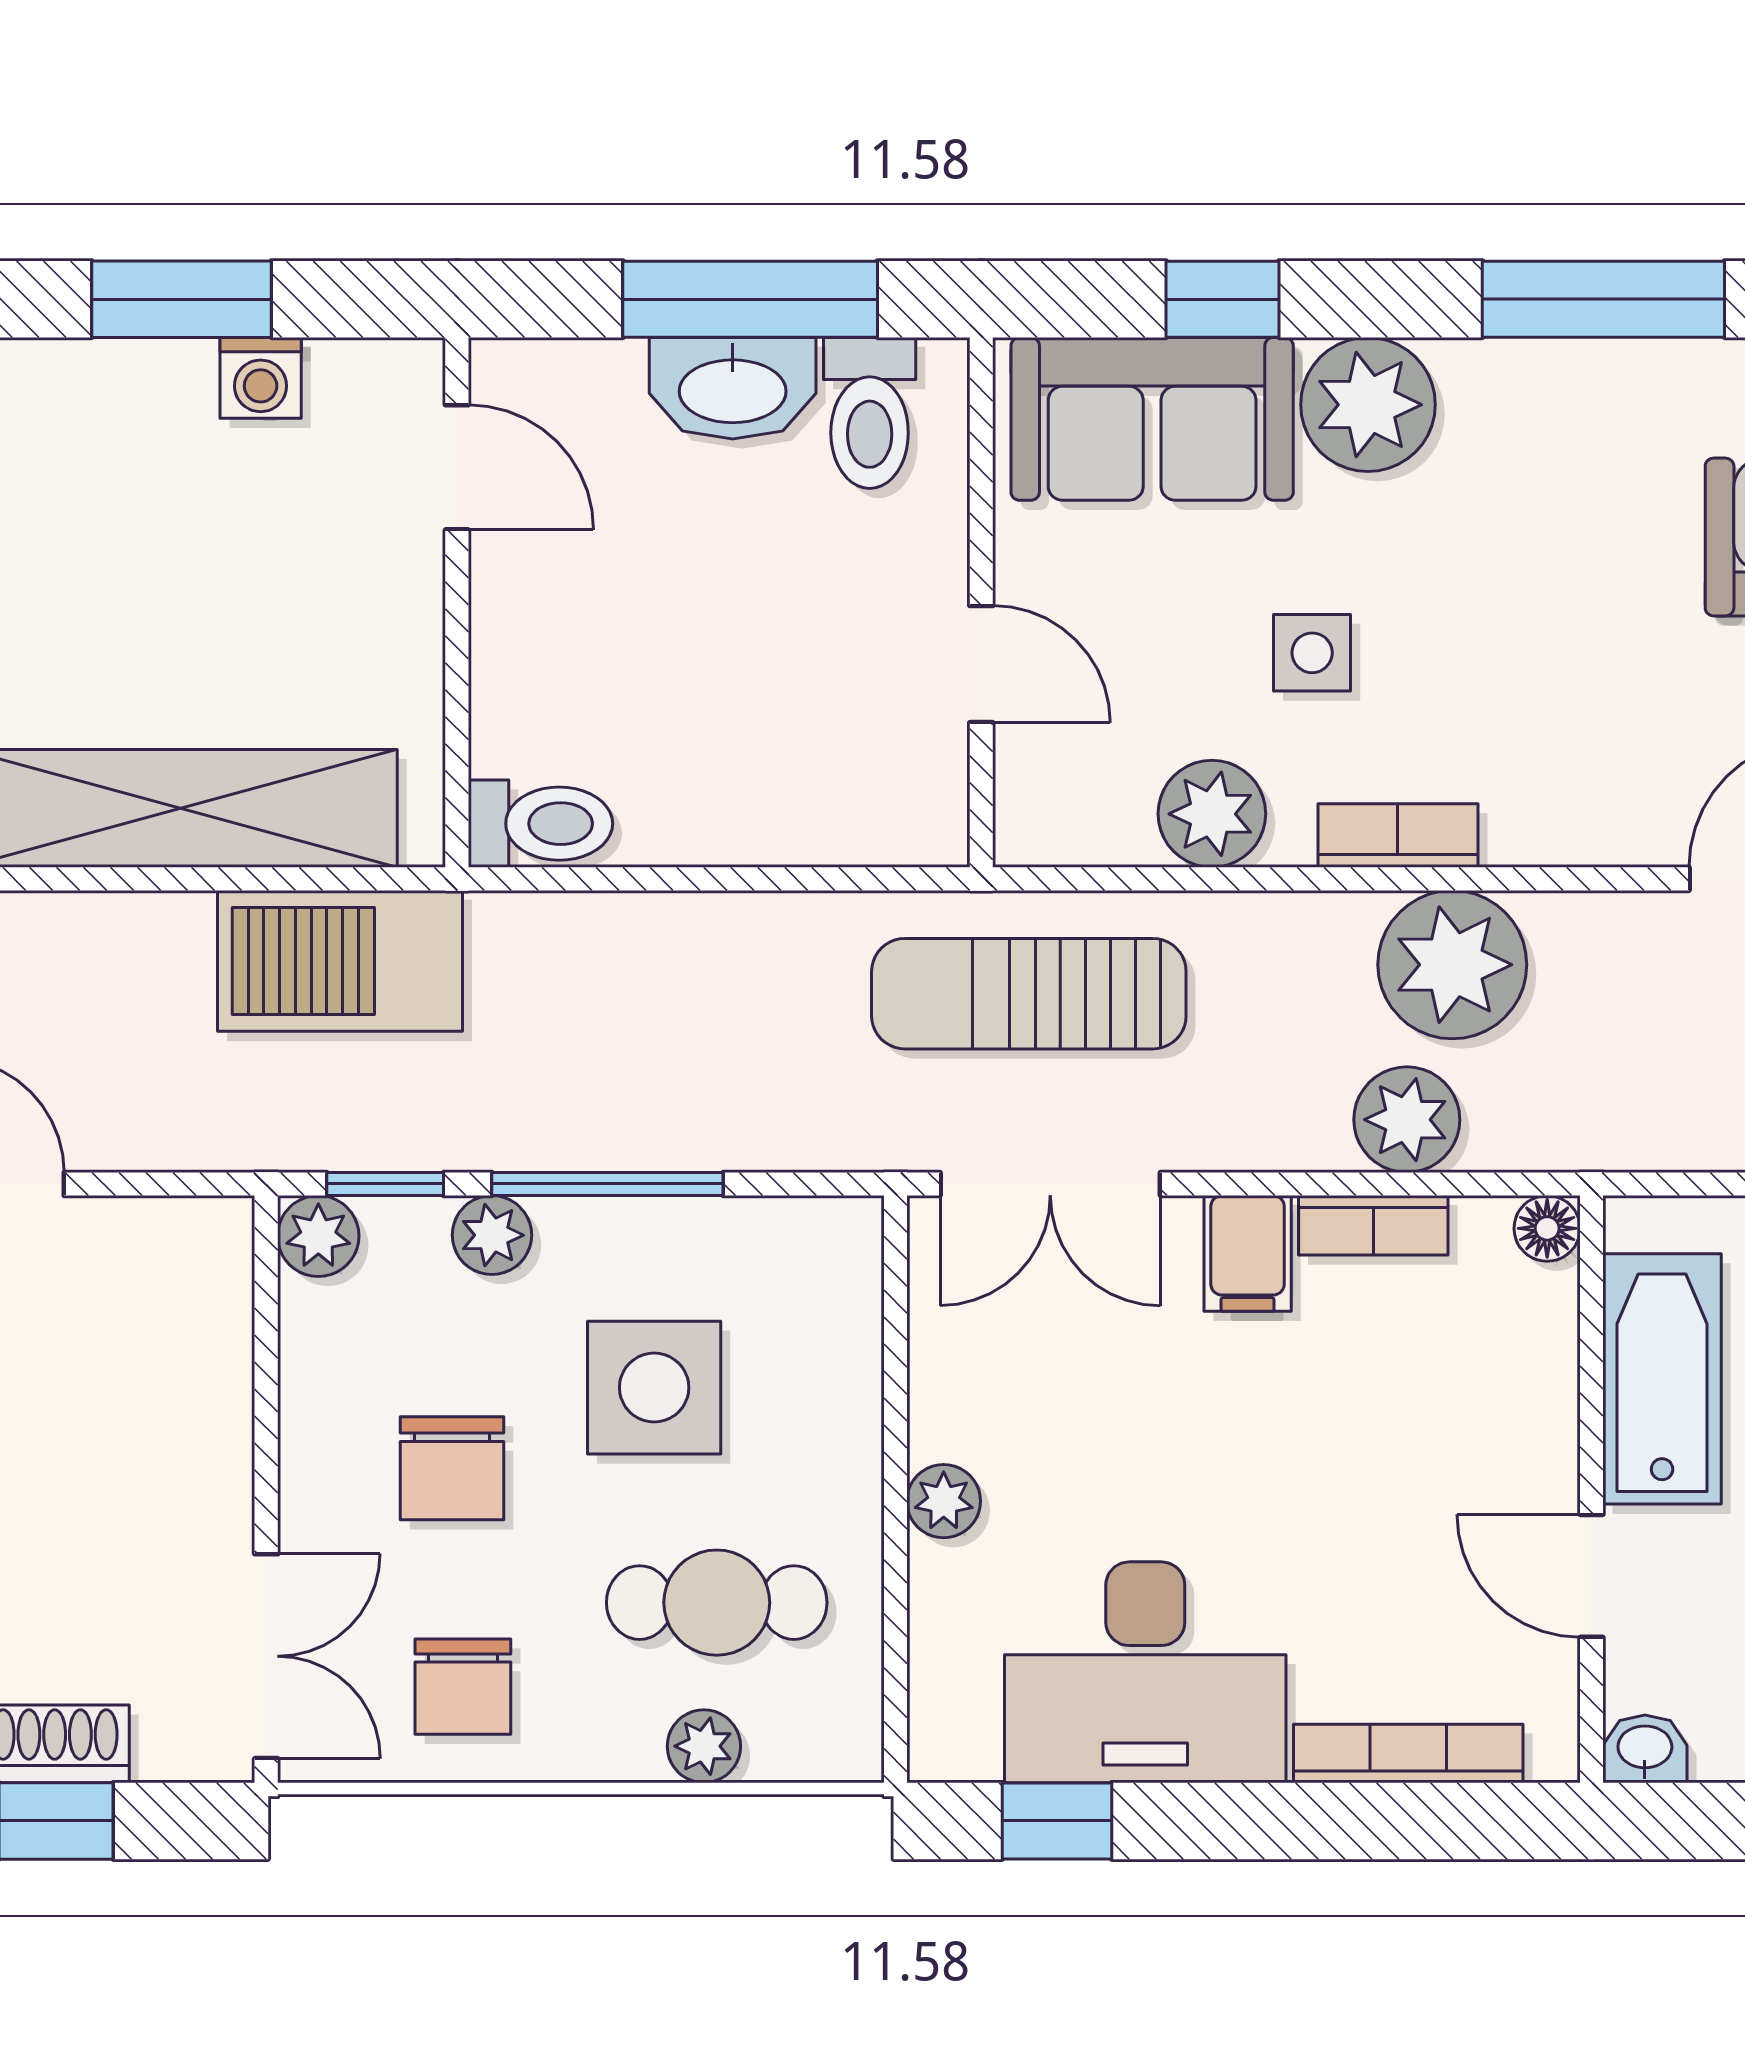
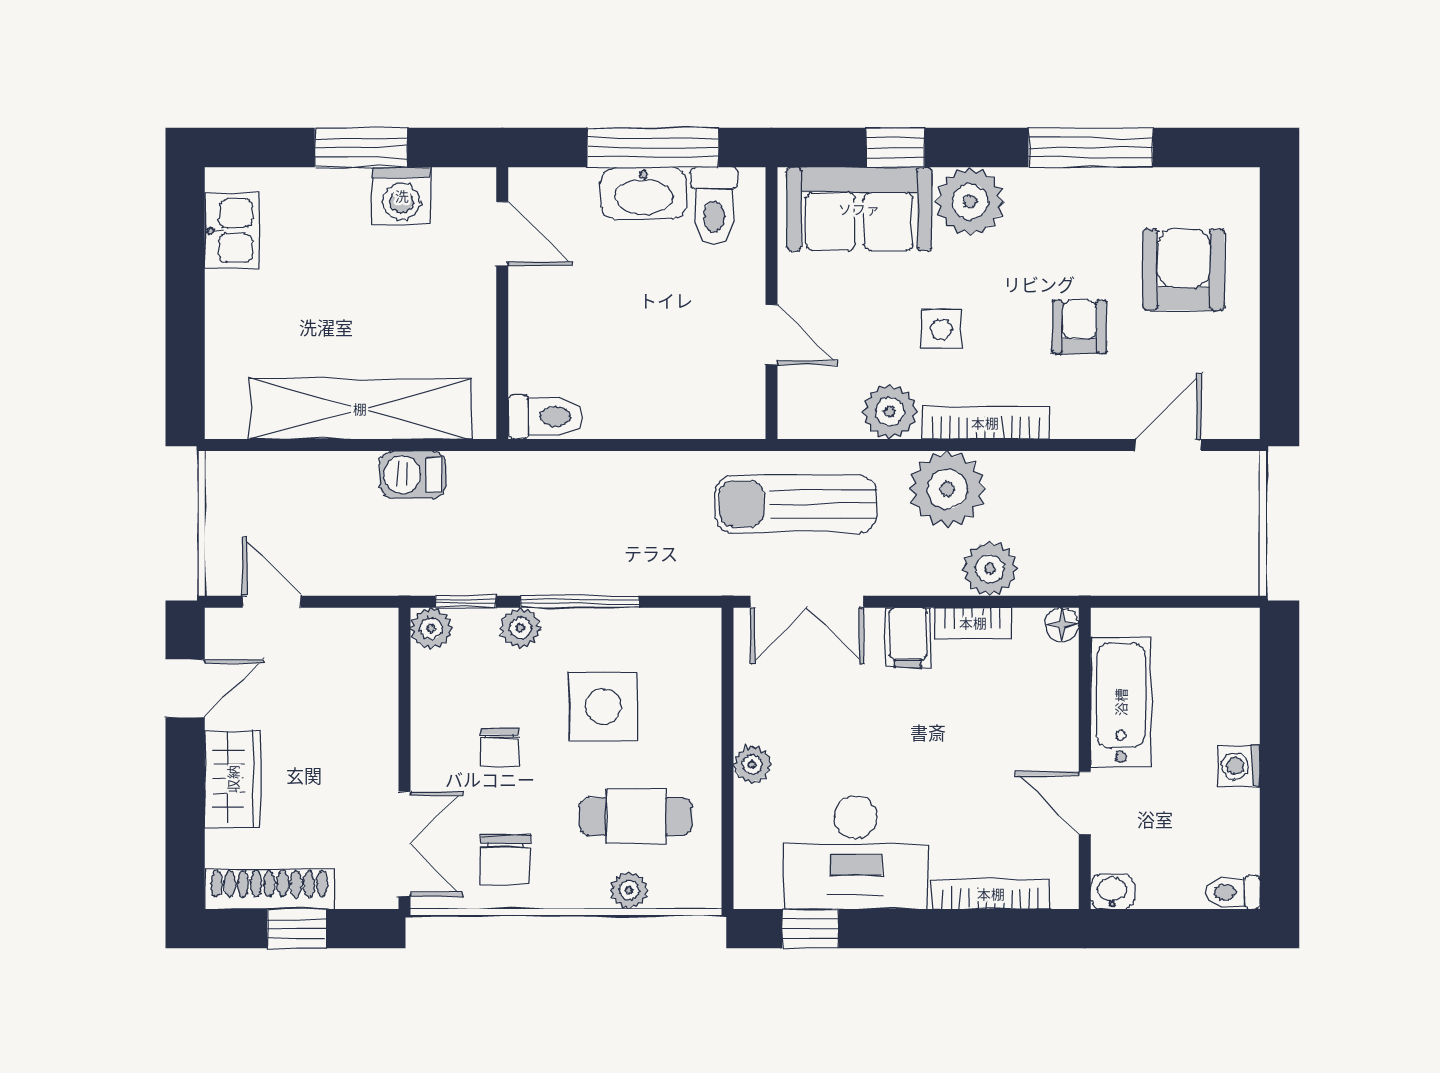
washing machine: (261, 378) -> (402, 196), width x1.38, depth x1.38
armchair: (1581, 649) -> (1079, 327), added
bookcase: (1398, 835) -> (985, 423), width x1.56
barbecue: (340, 961) -> (413, 475), width x0.53, depth x0.65
plant: (1452, 965) -> (947, 489), moved
chair: (452, 1468) -> (500, 748), width x0.73, depth x0.73

